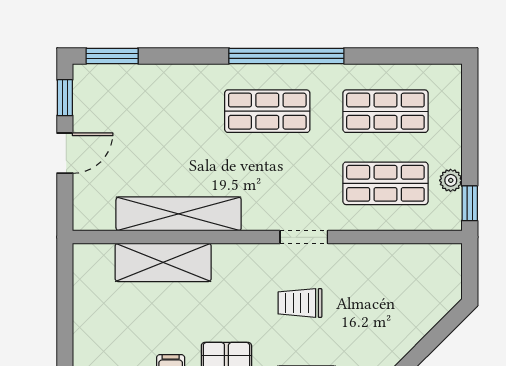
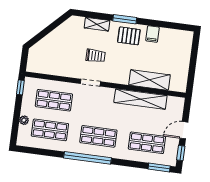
shop shelf: (149, 111) -> (147, 143), added
plant: (451, 180) -> (24, 120), moved

